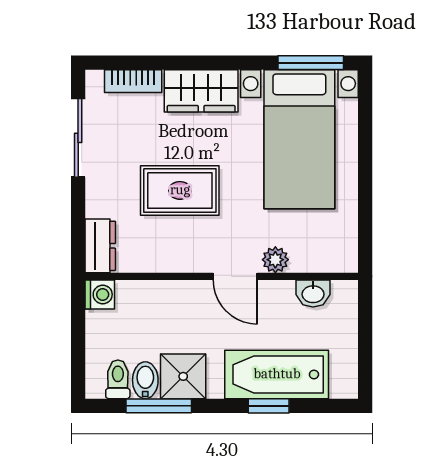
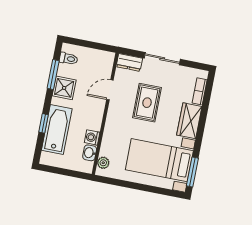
sliding door: (78, 138) -> (162, 59), moved
plant: (275, 260) -> (103, 163), moved
door: (235, 276) -> (110, 90), moved
washing machine: (100, 294) -> (92, 137), moved, turned 90
bidet: (145, 380) -> (66, 71), removed

